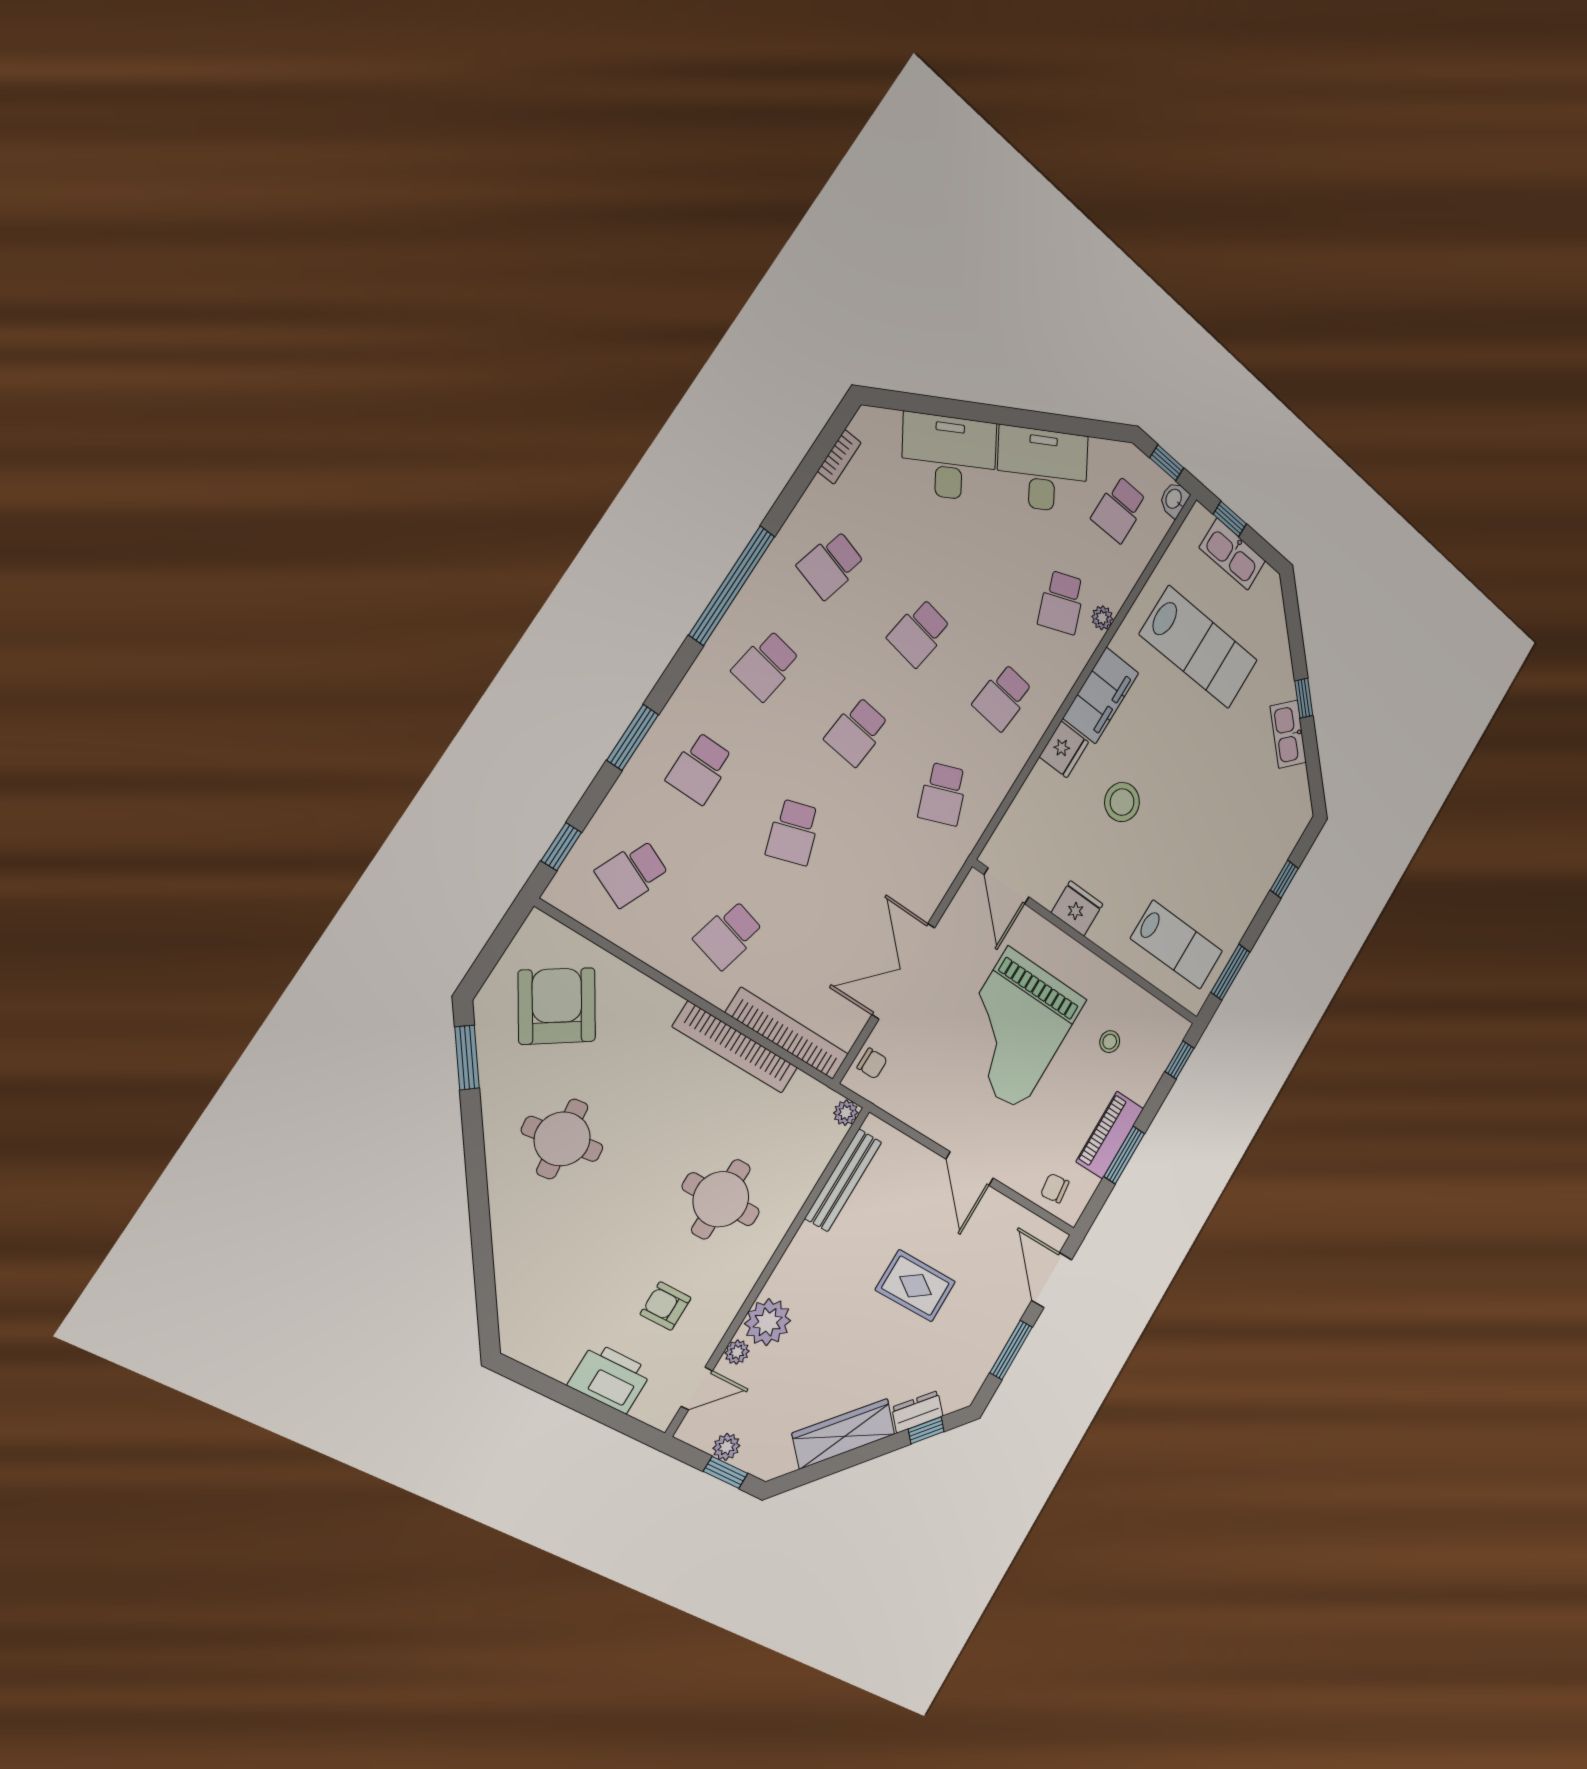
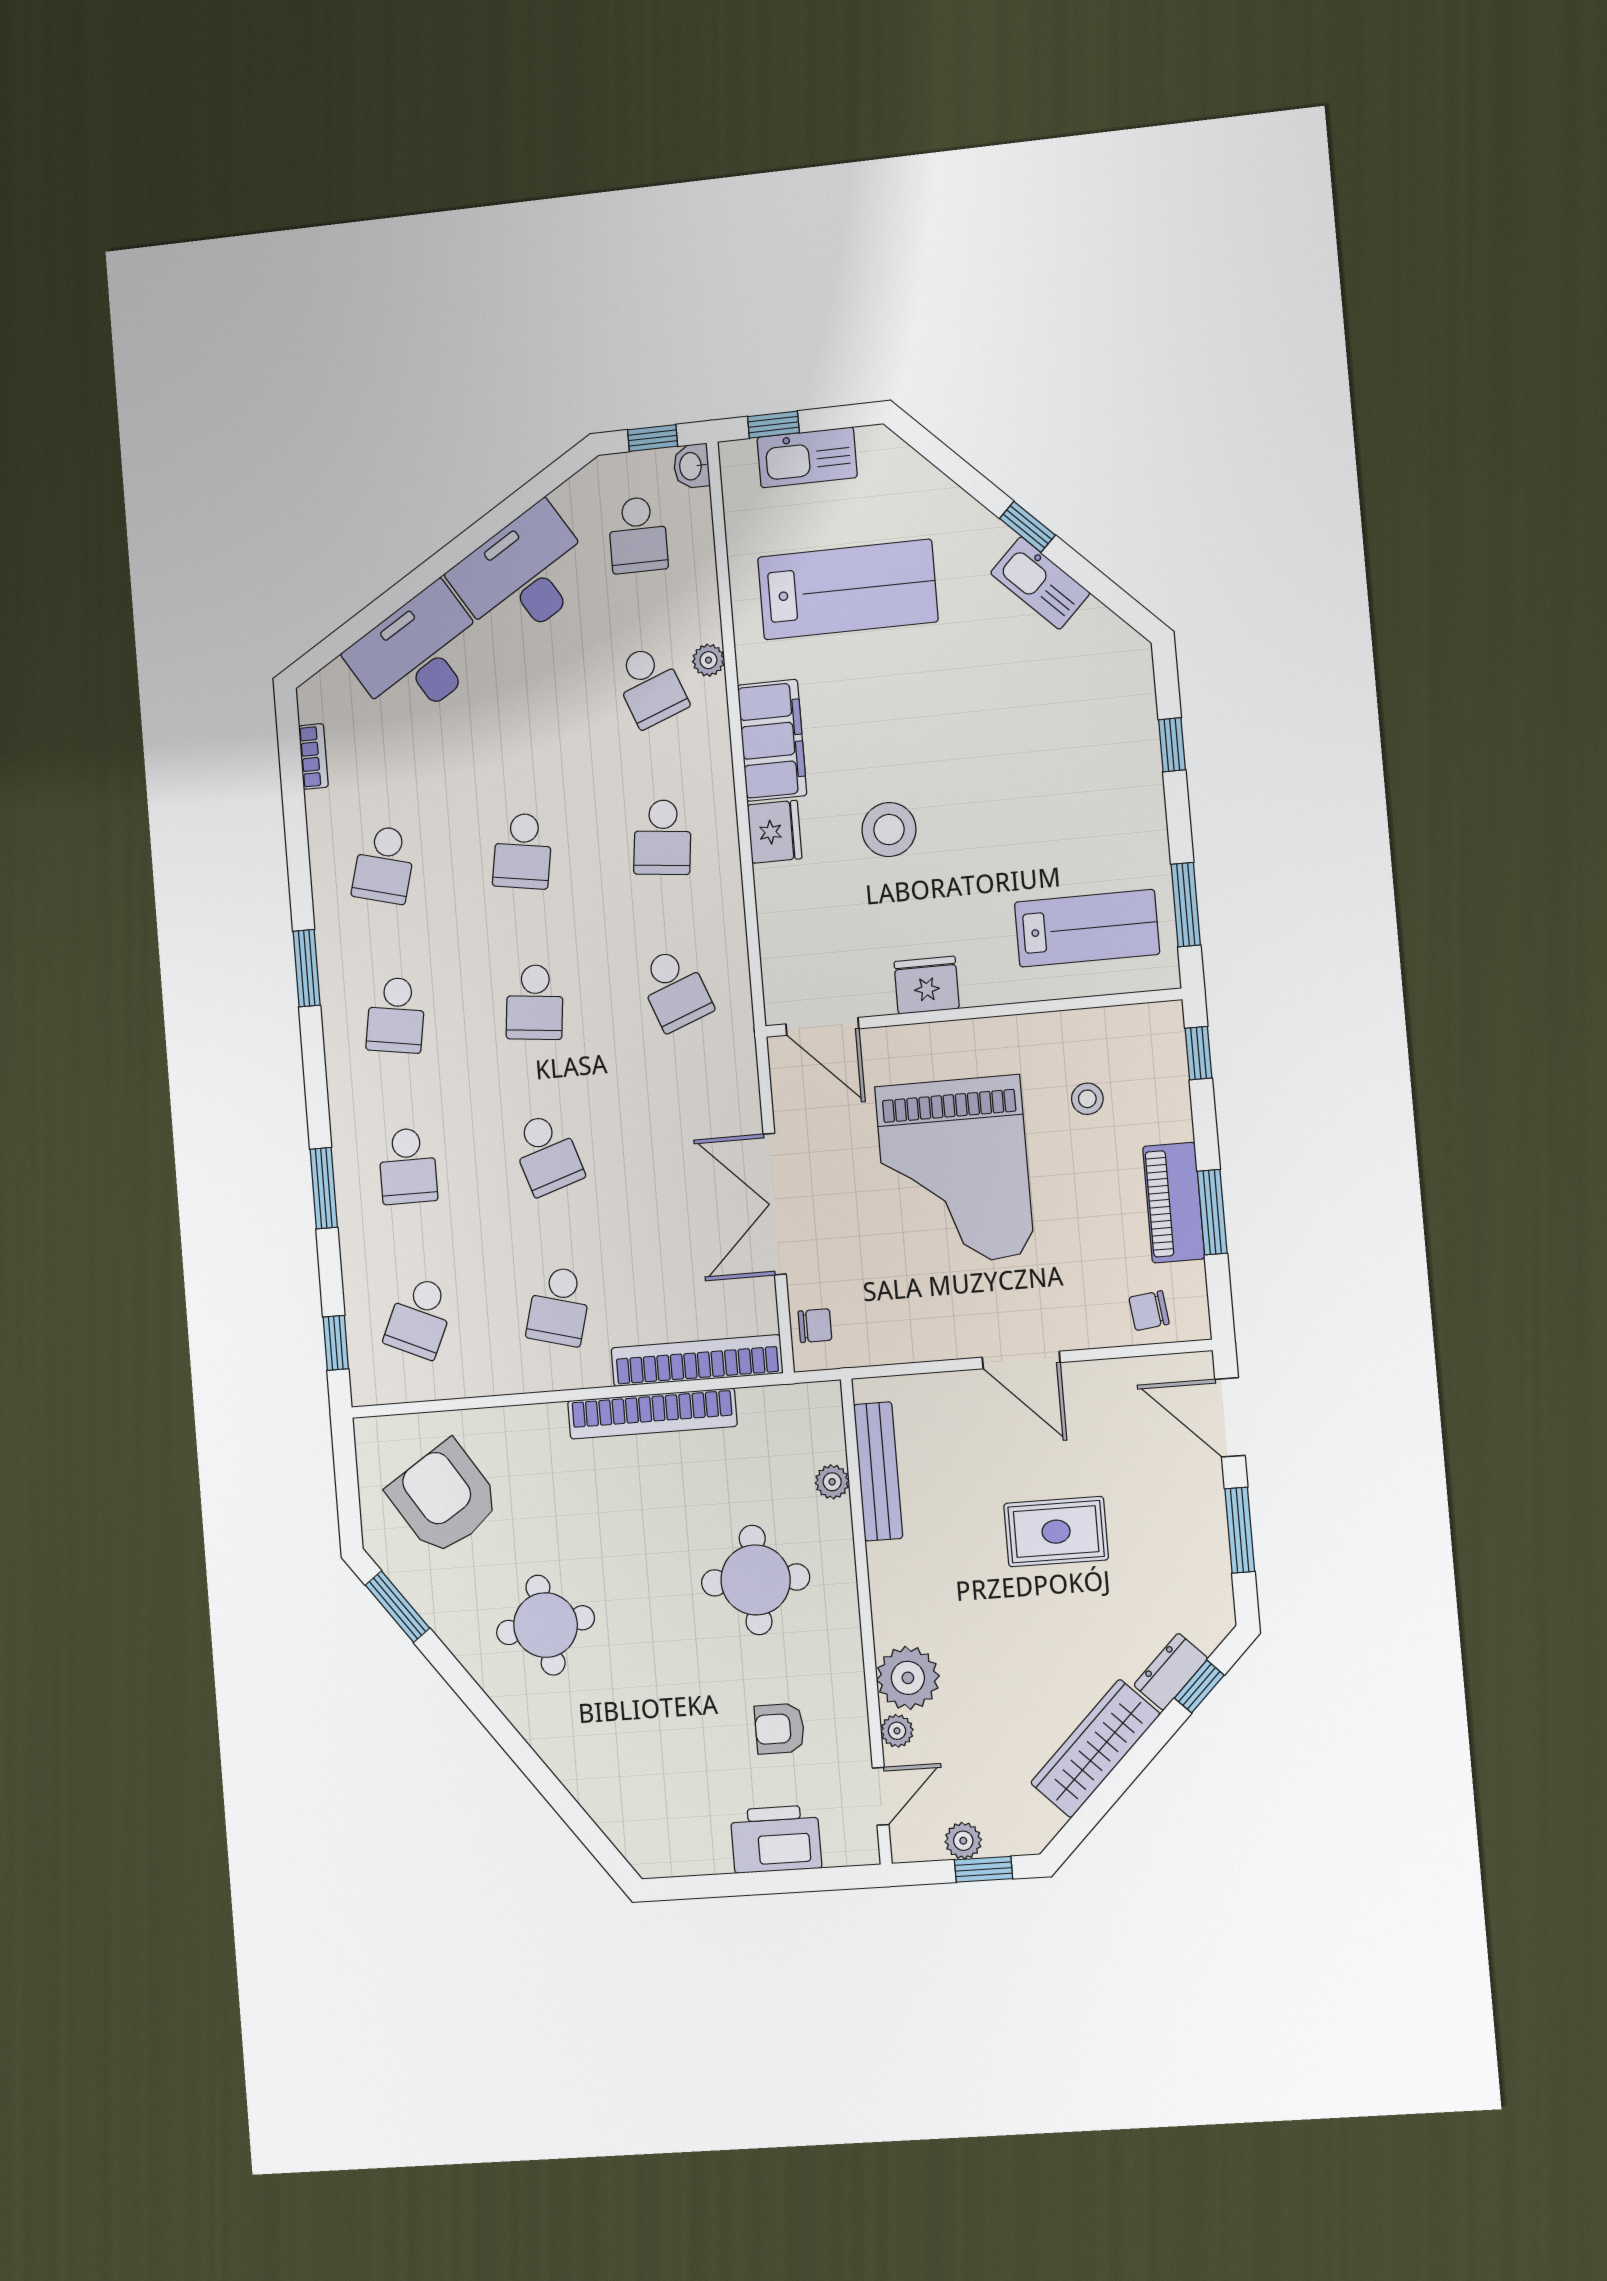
window: (732, 585) -> (307, 968), width x0.47
plant: (846, 1113) -> (832, 1482), moved

